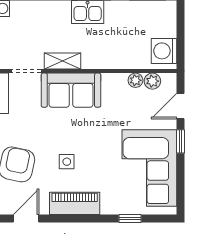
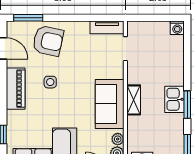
shelving: (62, 61) -> (134, 100), moved
sofa: (71, 90) -> (110, 104), moved

